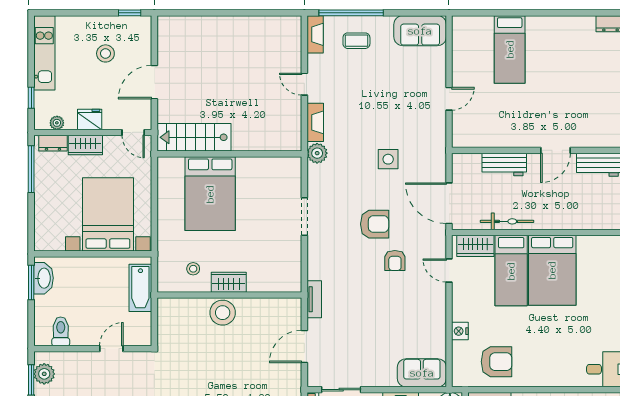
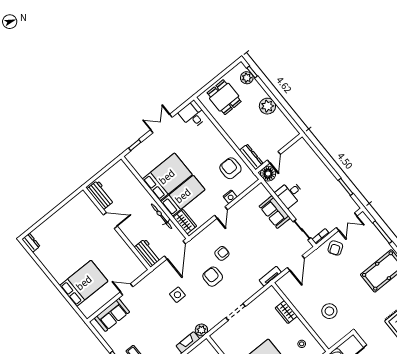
sofa: (420, 31) -> (112, 315), moved, turned 90
bed: (510, 49) -> (84, 283), width x1.50
workbench: (504, 164) -> (148, 253), moved
door: (449, 270) -> (221, 212), moved
wardrobe: (229, 282) -> (286, 312), moved
stool: (223, 313) -> (329, 311), moved
door: (304, 346) -> (296, 263), hinge flipped
sofa: (422, 373) -> (275, 212), moved

